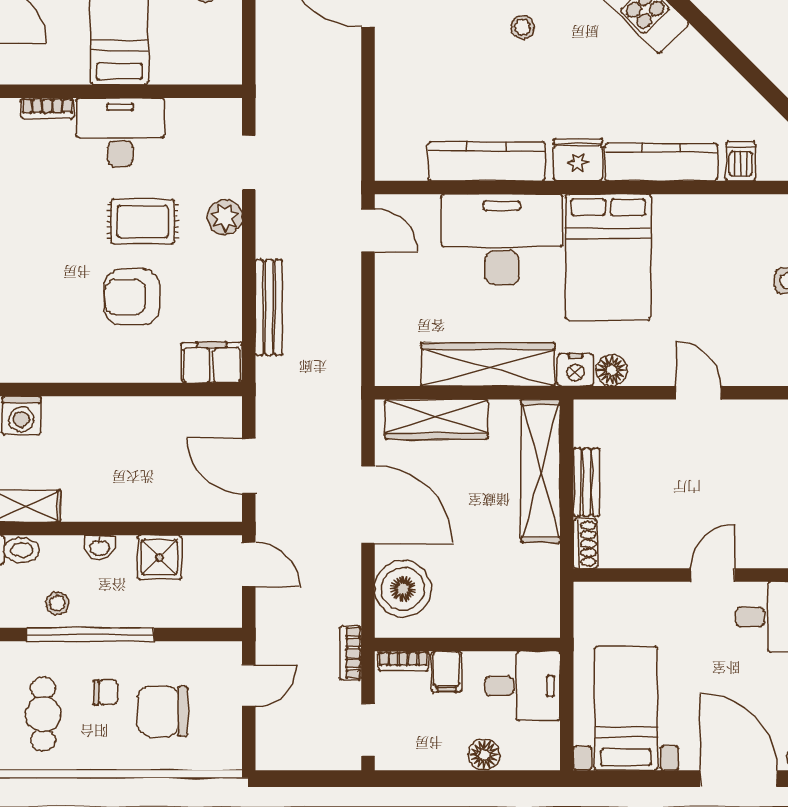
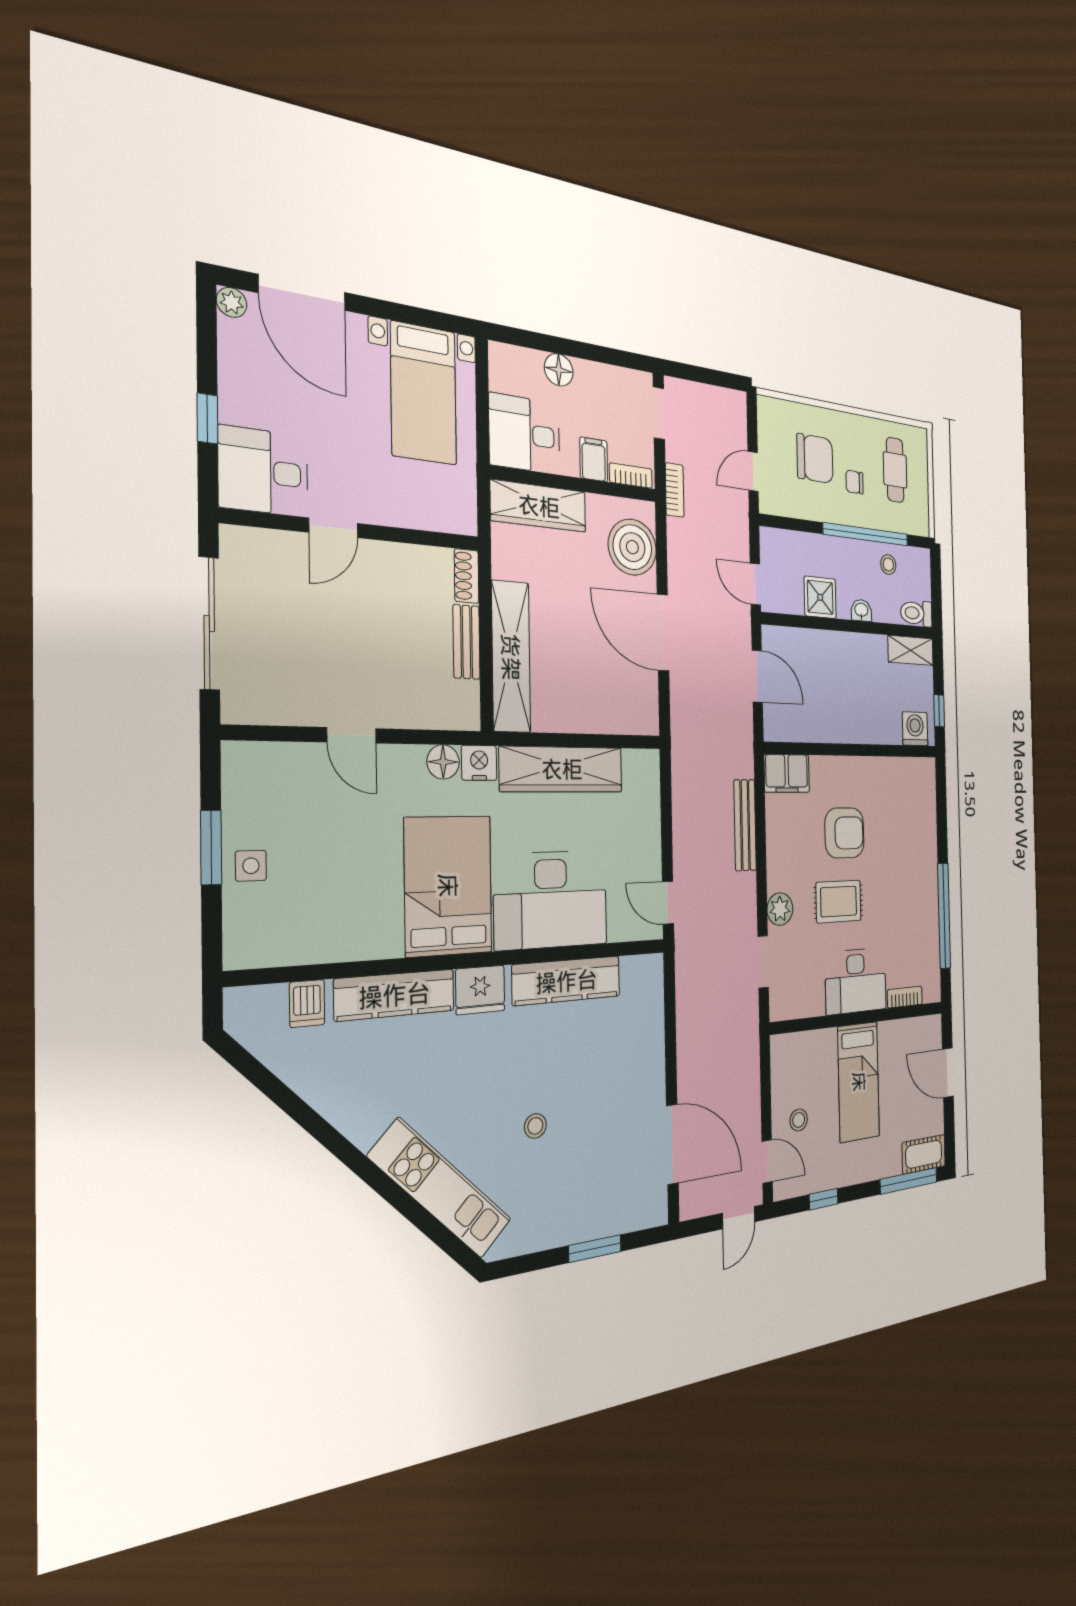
wardrobe: (437, 419) -> (539, 506), moved, turned 180

